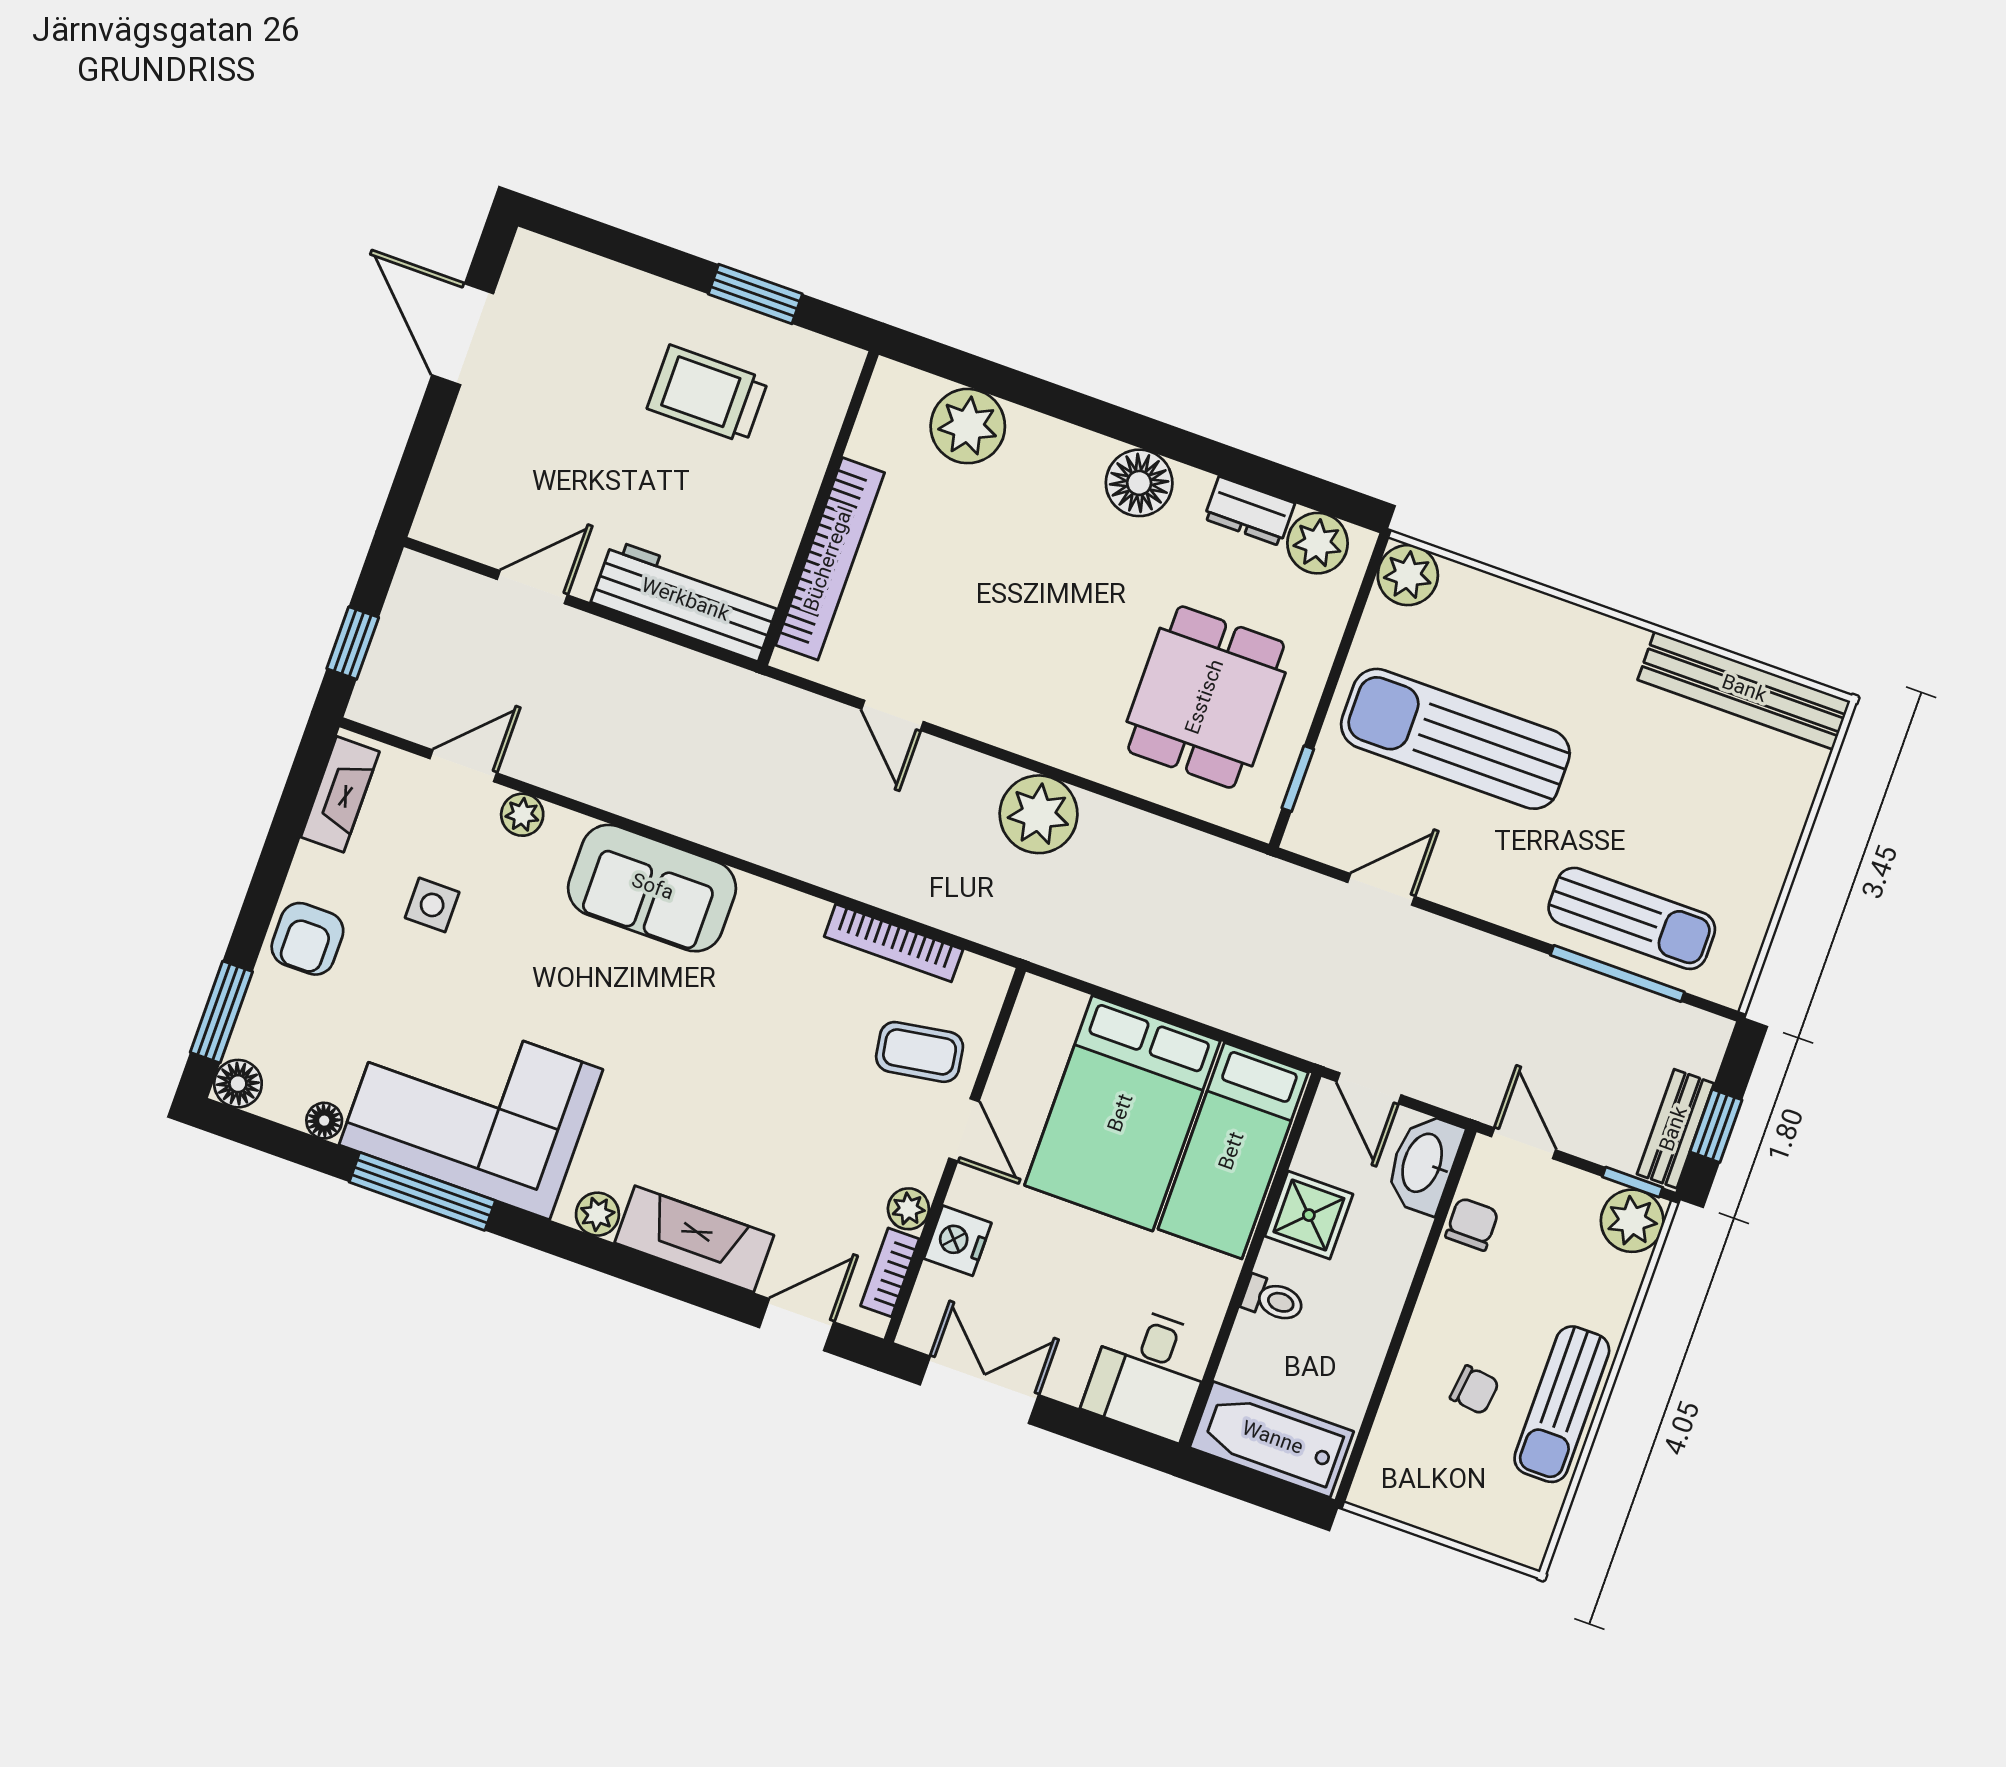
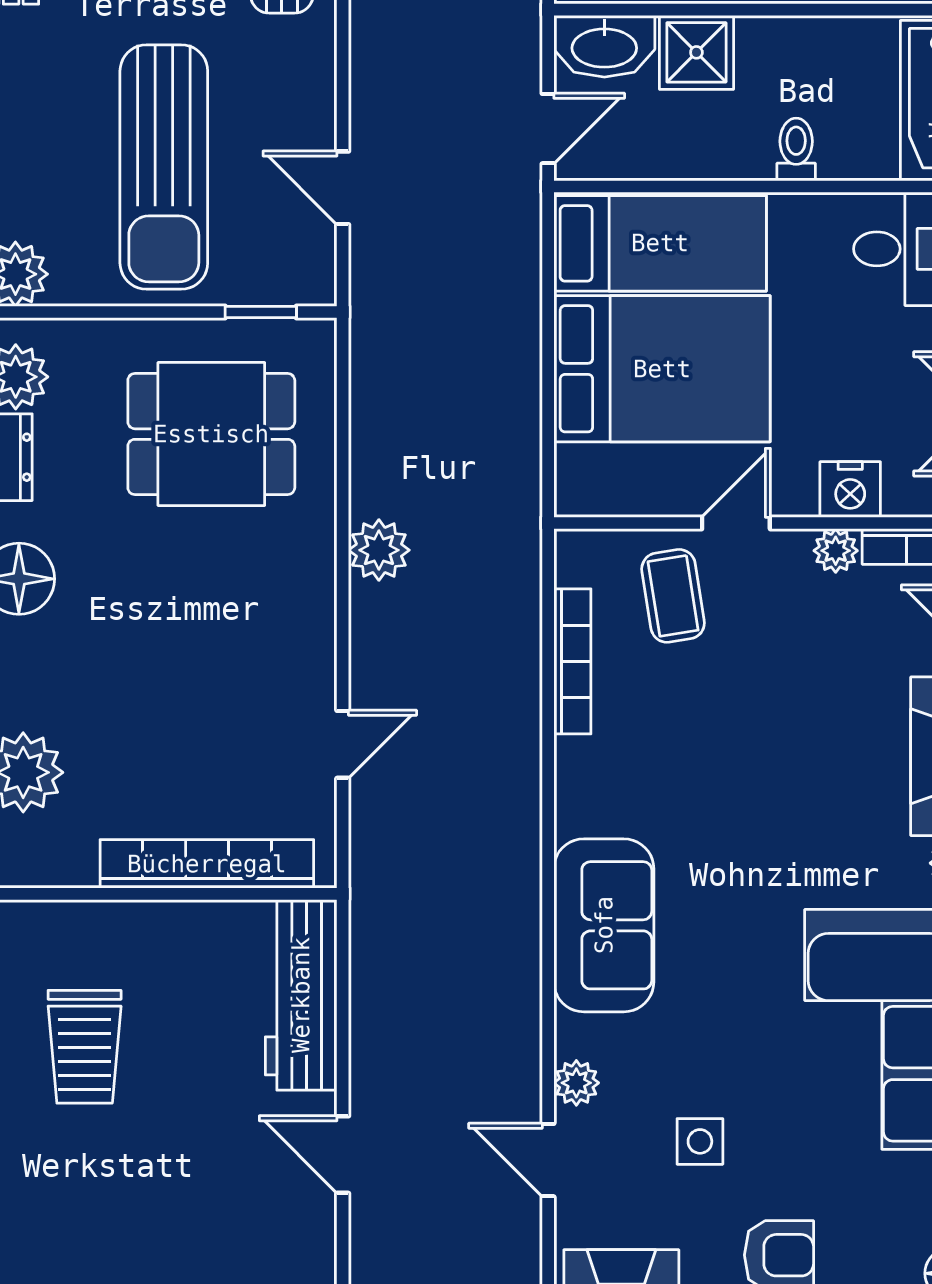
plant: (1039, 814) -> (379, 550), width x0.73, depth x0.73
shower: (1309, 1215) -> (696, 52), moved

